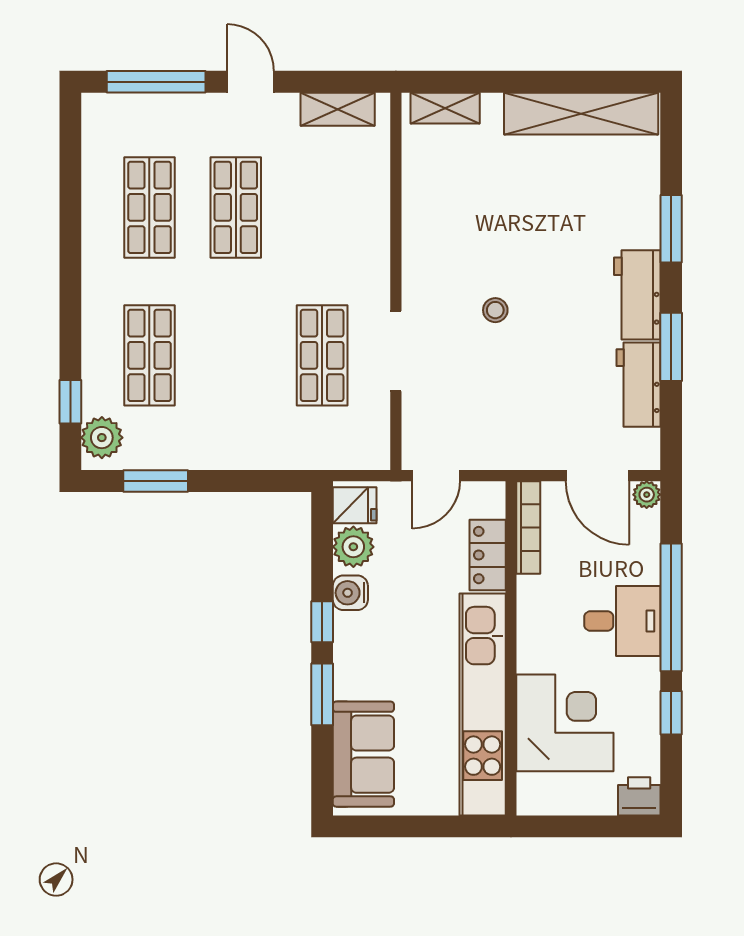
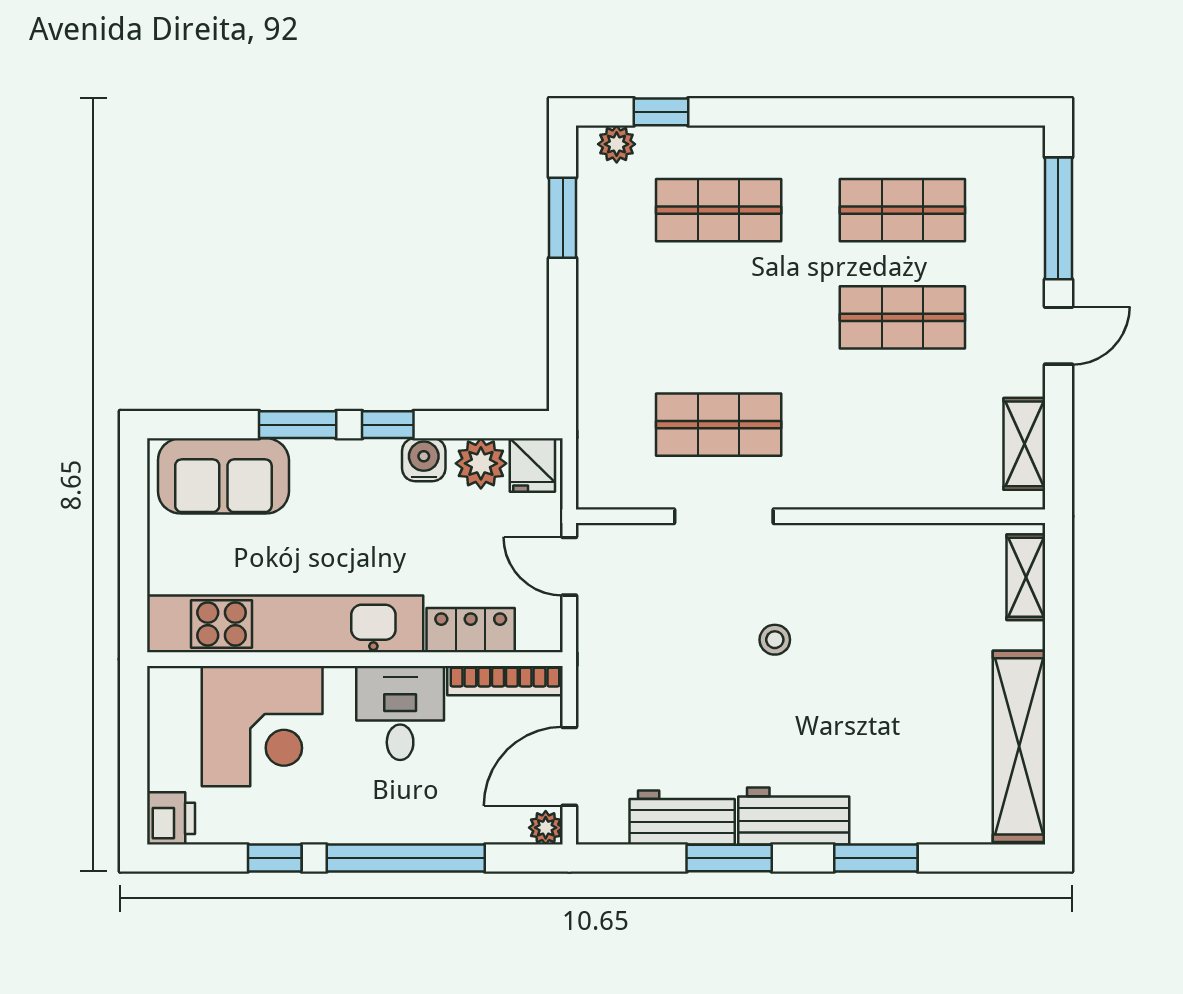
plant: (102, 438) -> (617, 144), width x0.73, depth x0.73
desk: (622, 621) -> (400, 713), moved, turned 180

